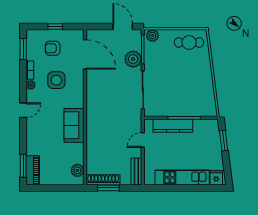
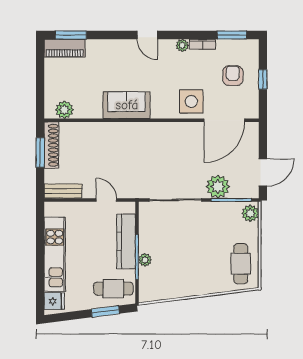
side table: (56, 80) -> (191, 101), moved
plant: (186, 112) -> (145, 260), added
cafe table: (207, 135) -> (113, 289), added

